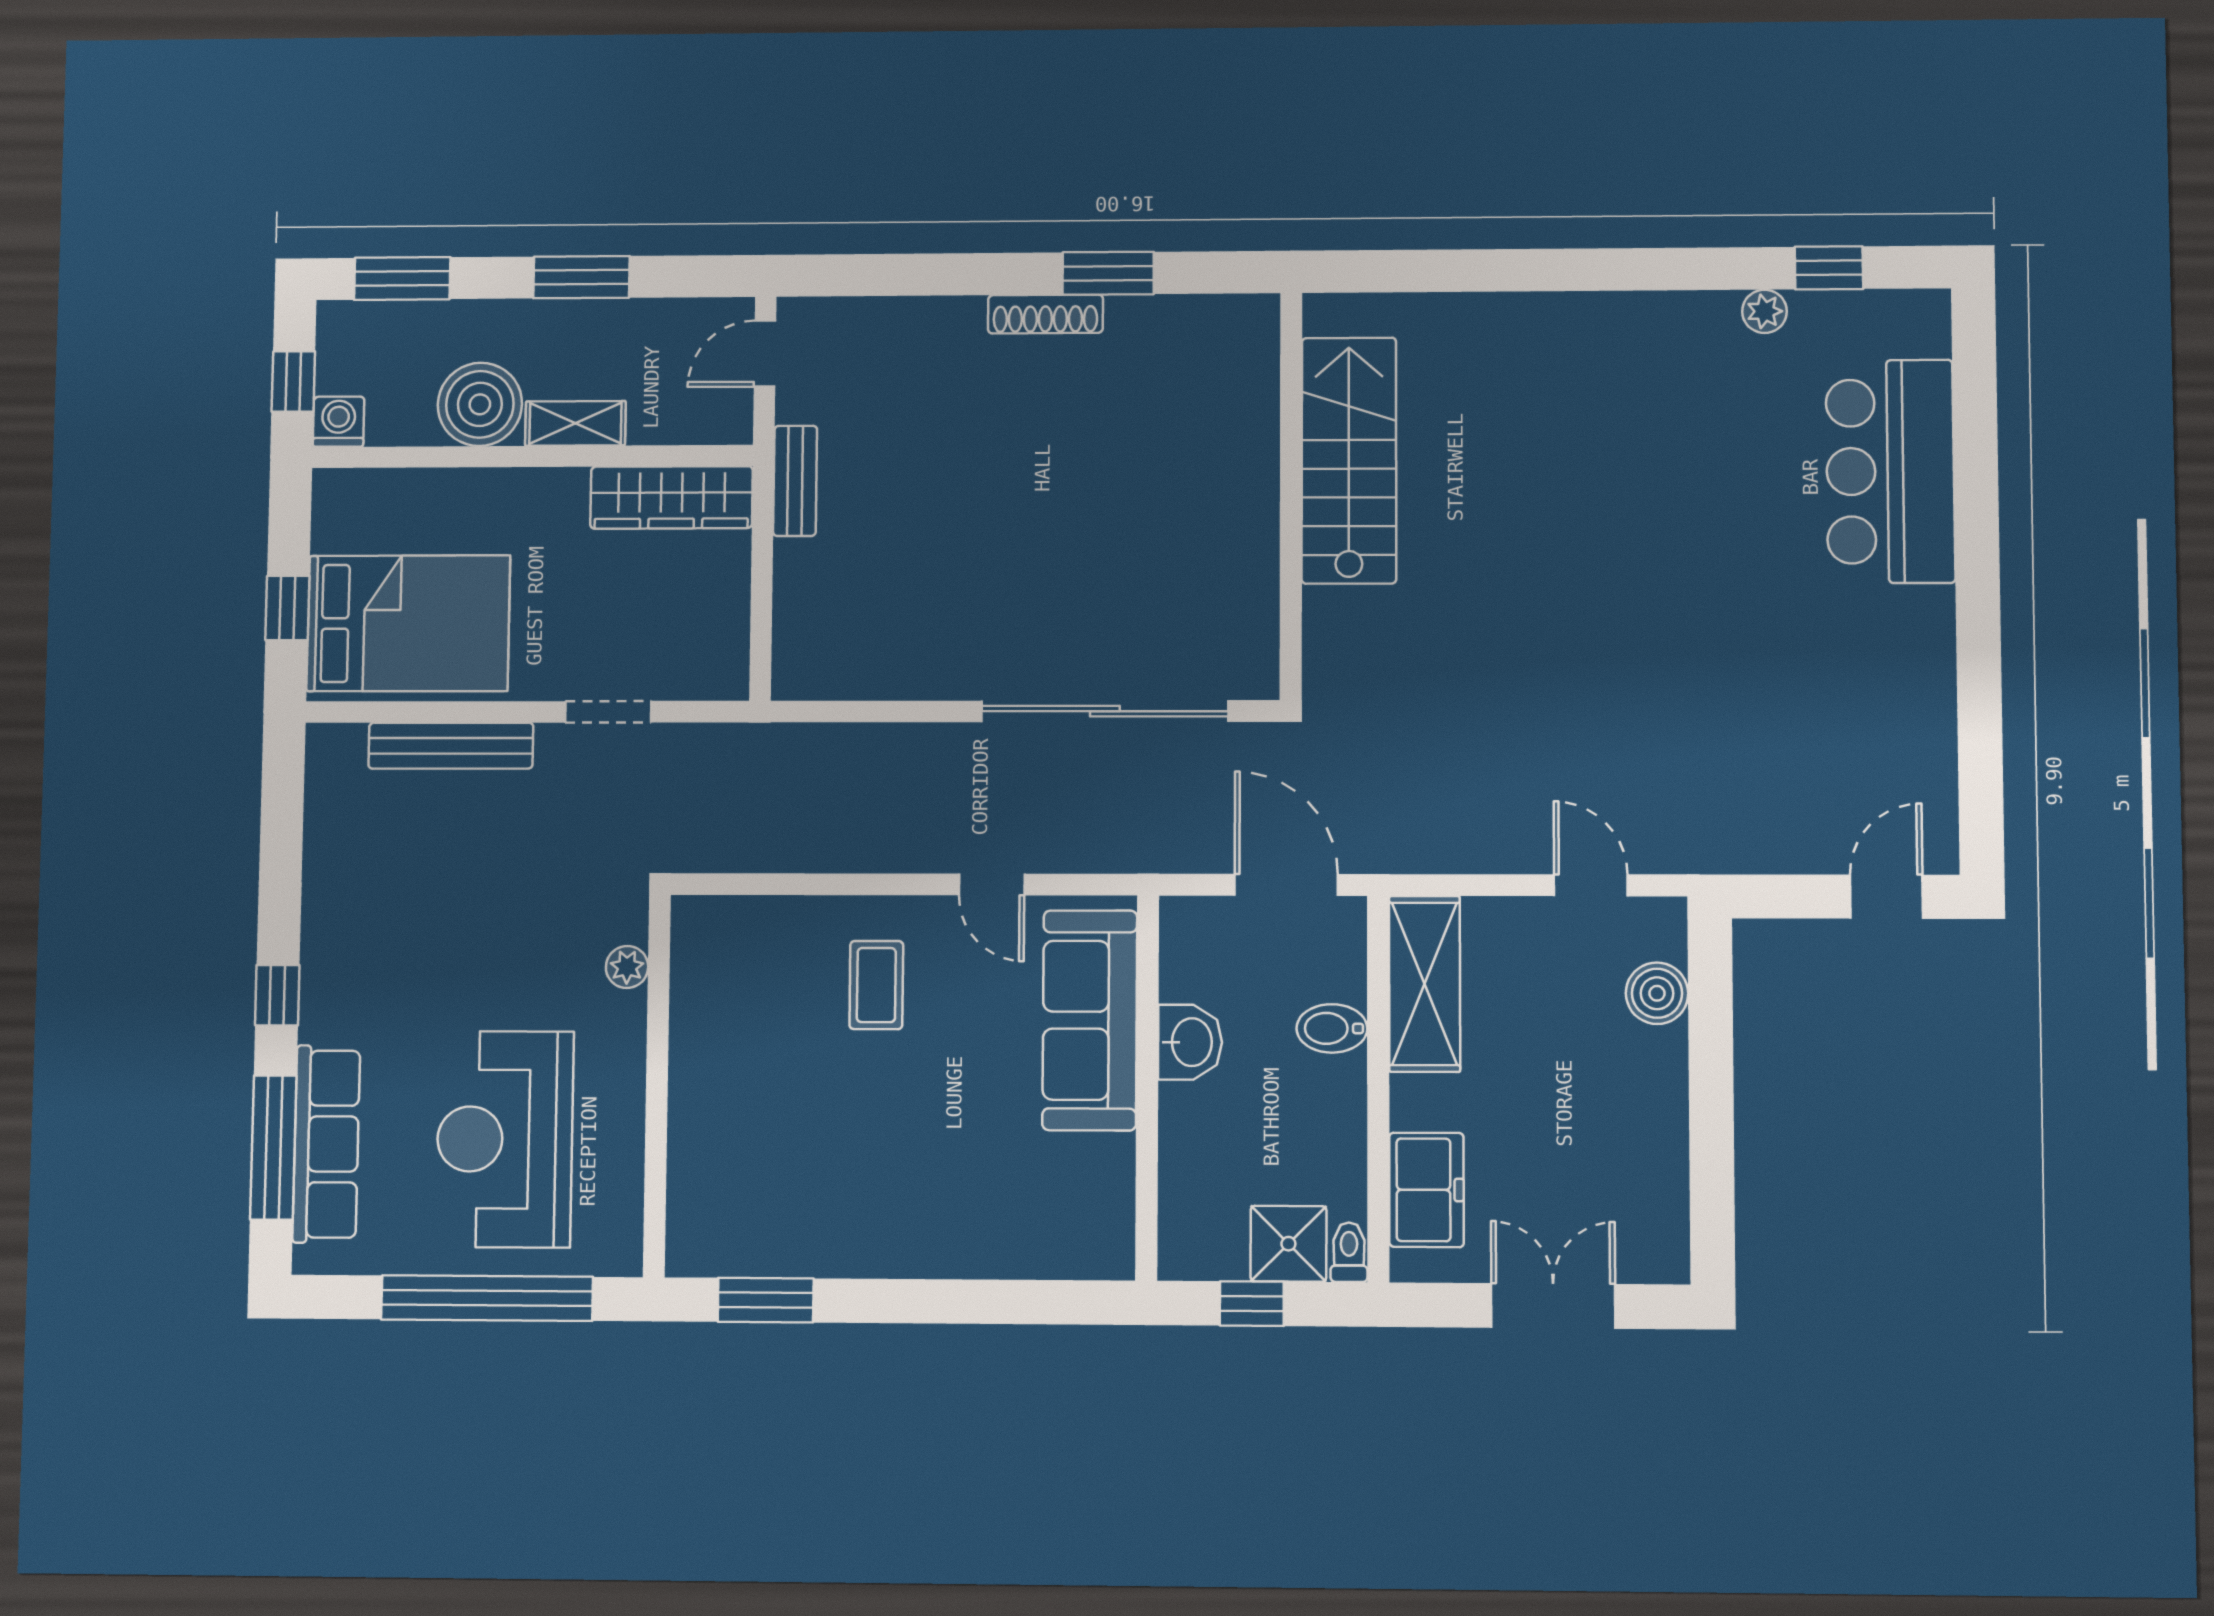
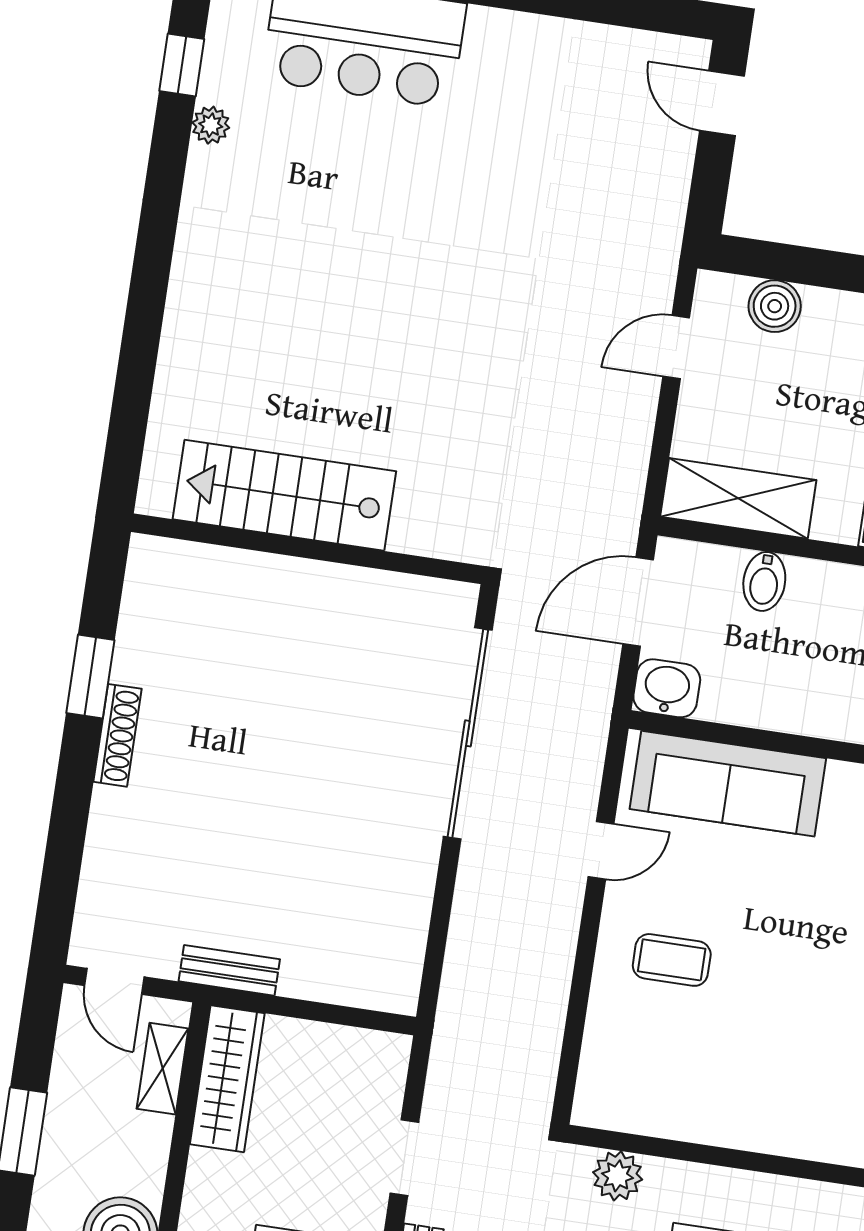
shelving: (575, 423) -> (163, 1069), moved
plant: (627, 967) -> (618, 1176), width x1.38, depth x1.38
washbasin: (1190, 1042) -> (667, 688), moved

